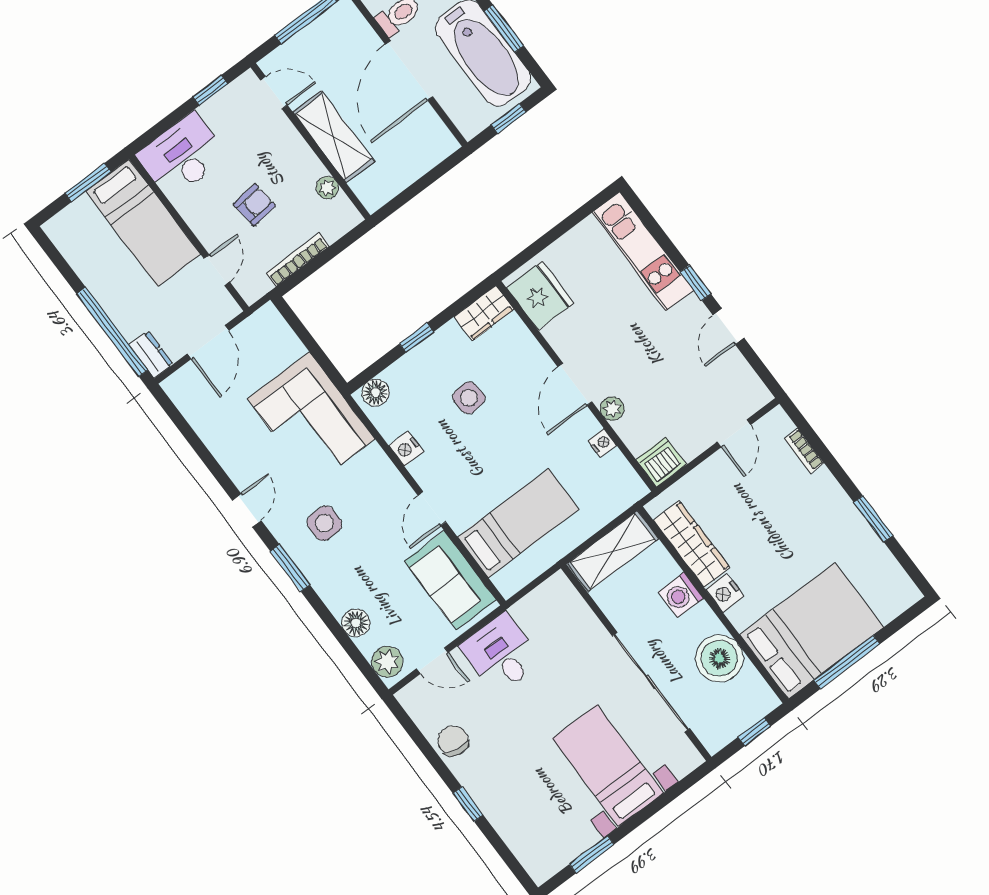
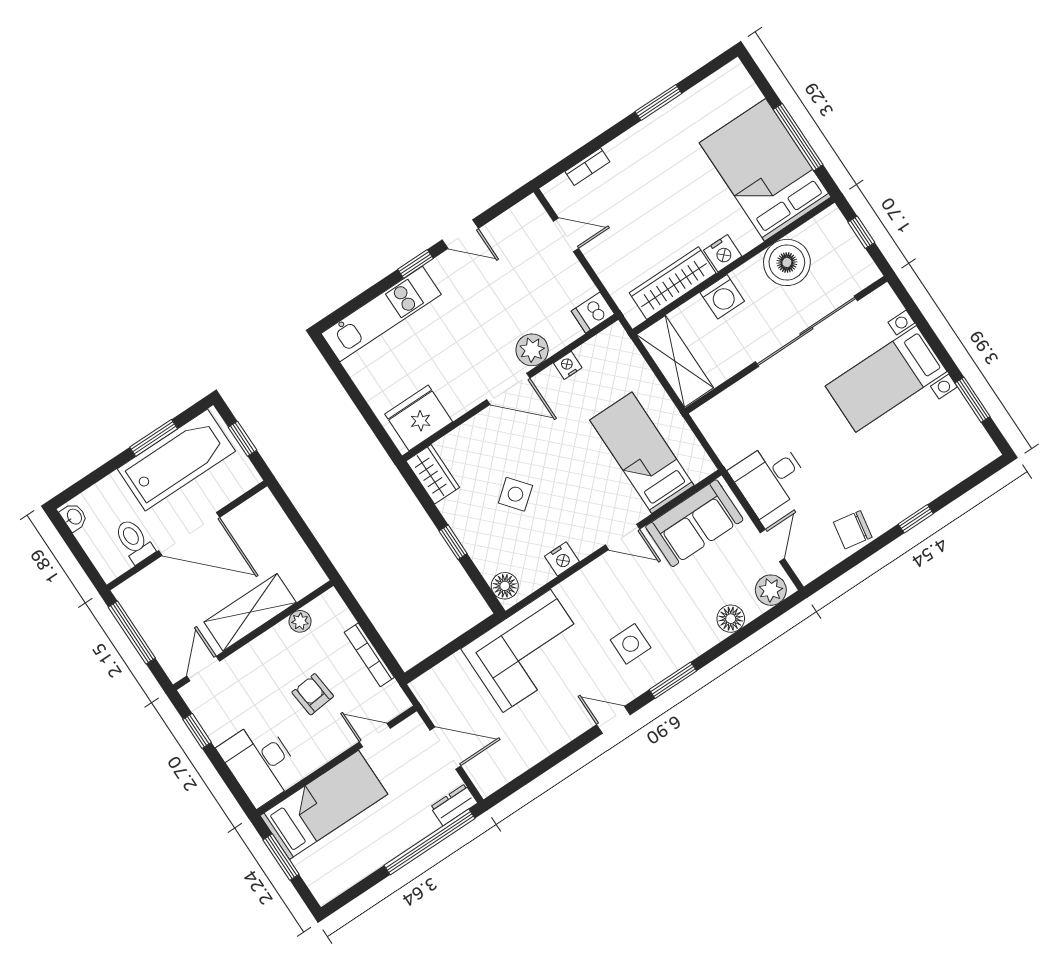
side table: (469, 398) -> (515, 494), turned -34
plant: (612, 409) -> (532, 350), width x1.38, depth x1.38
dishwasher: (661, 462) -> (593, 313), width x0.73

